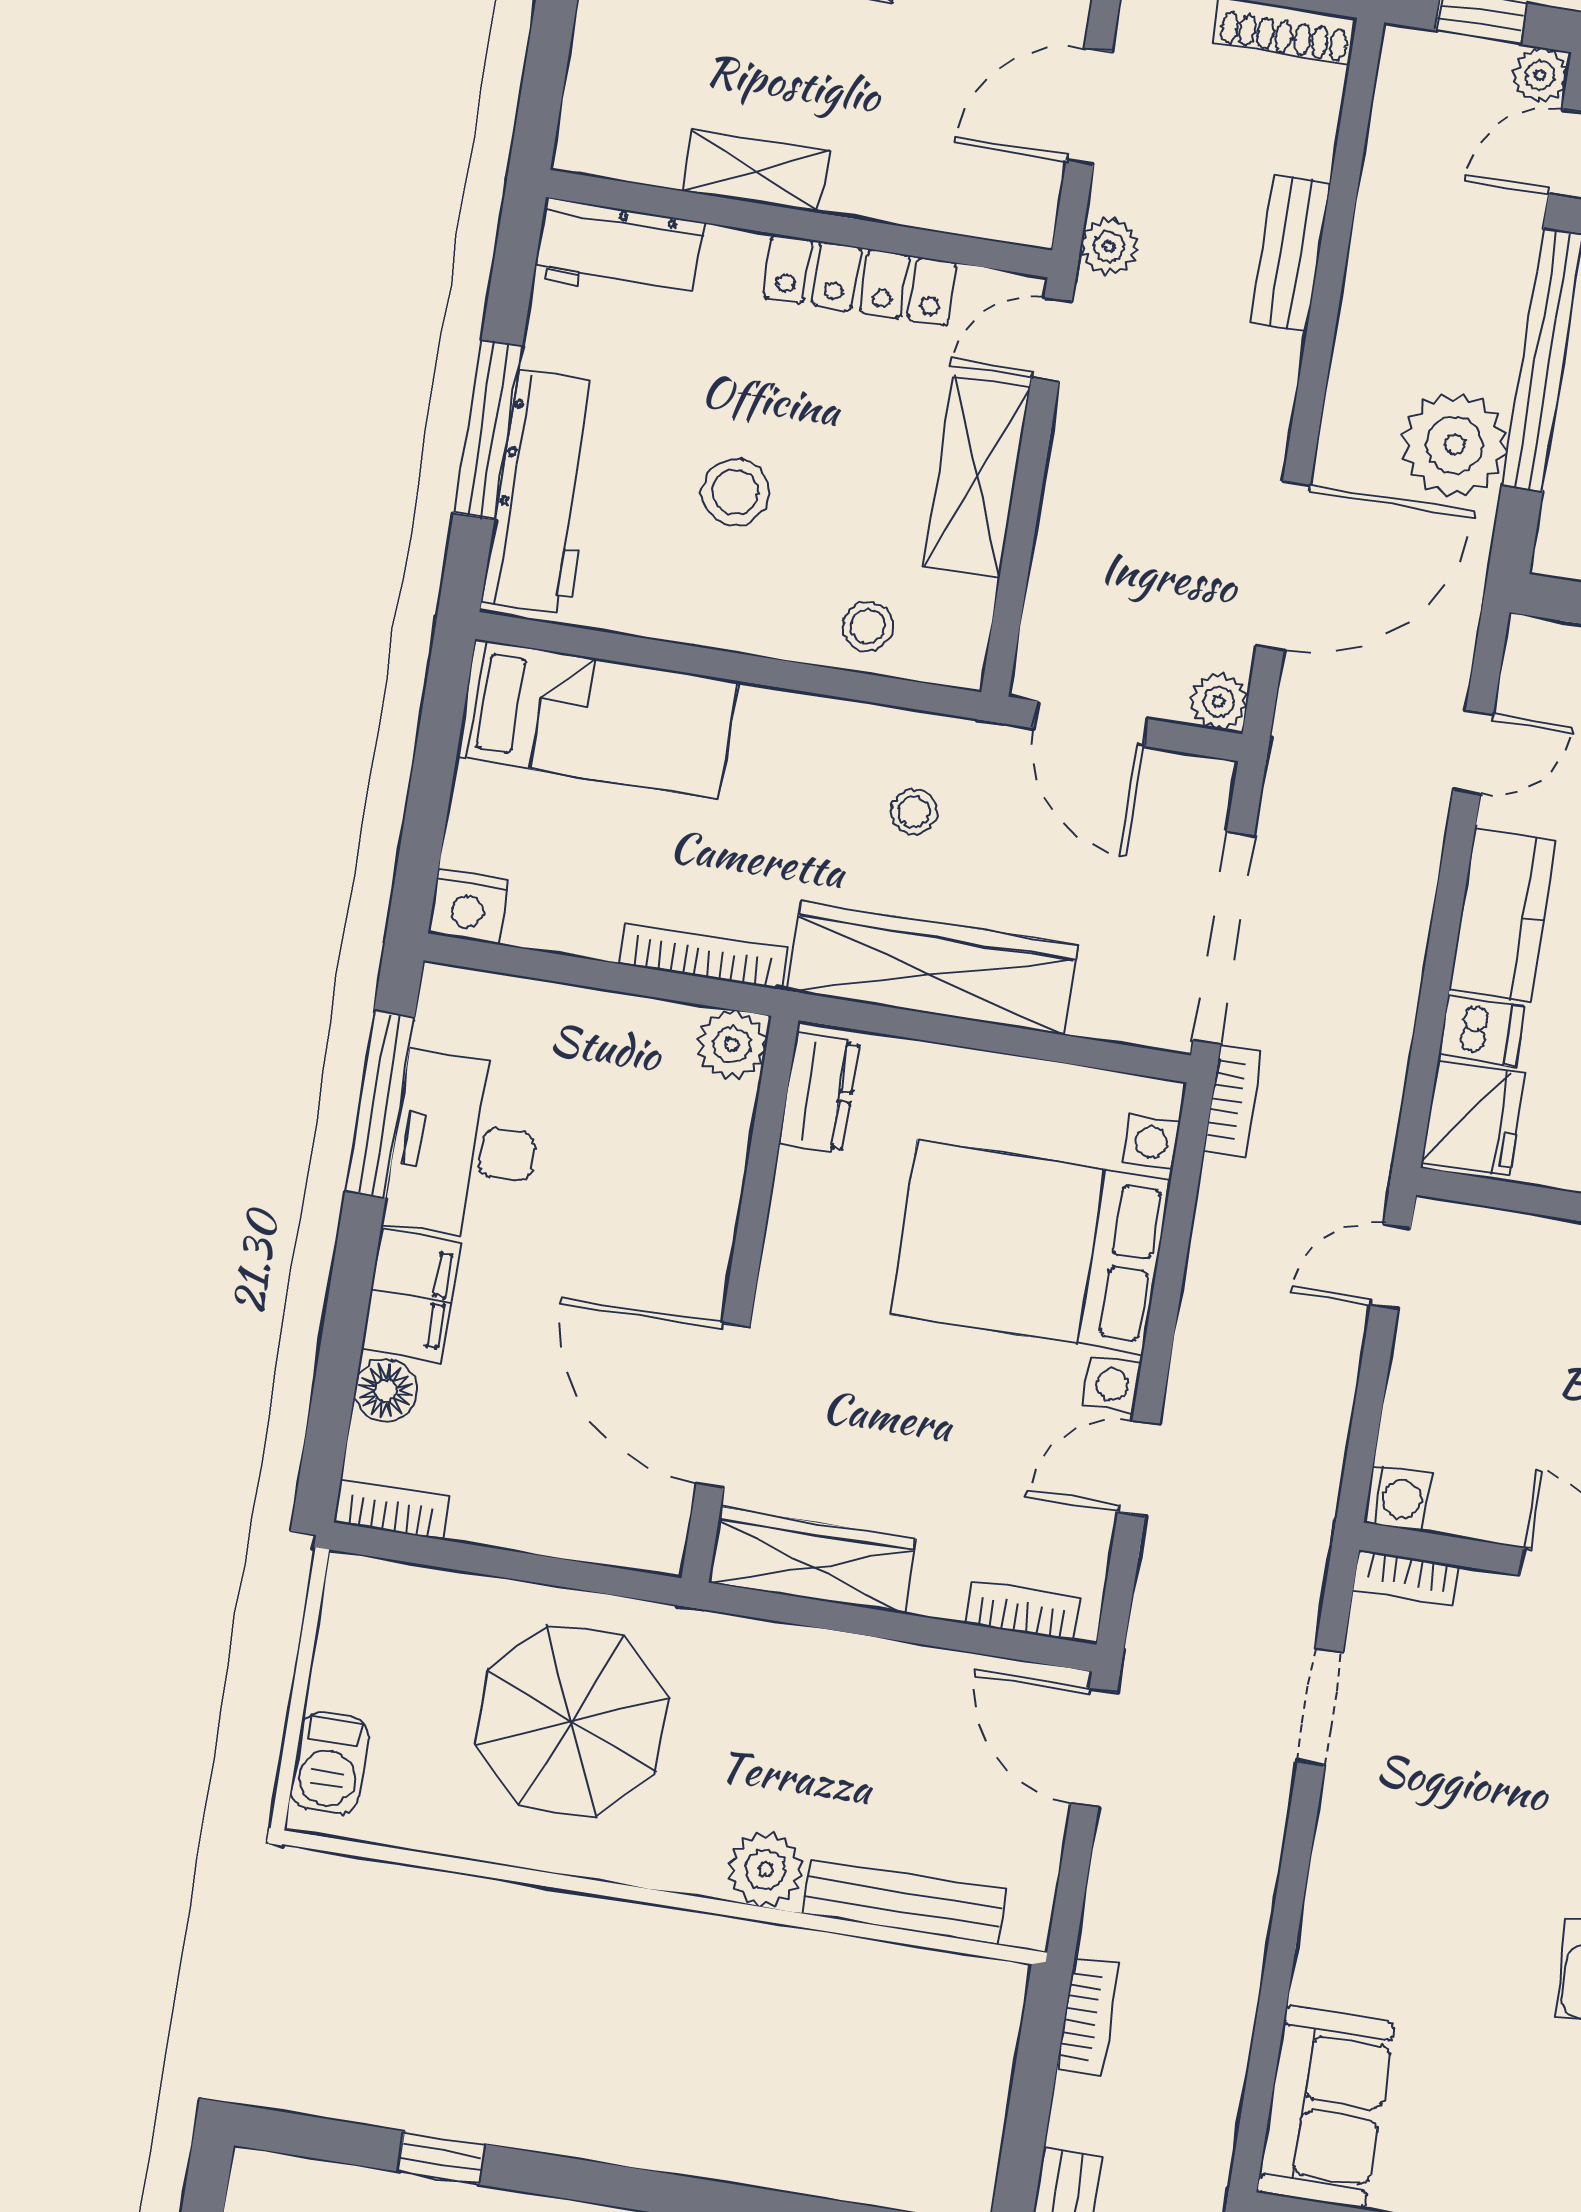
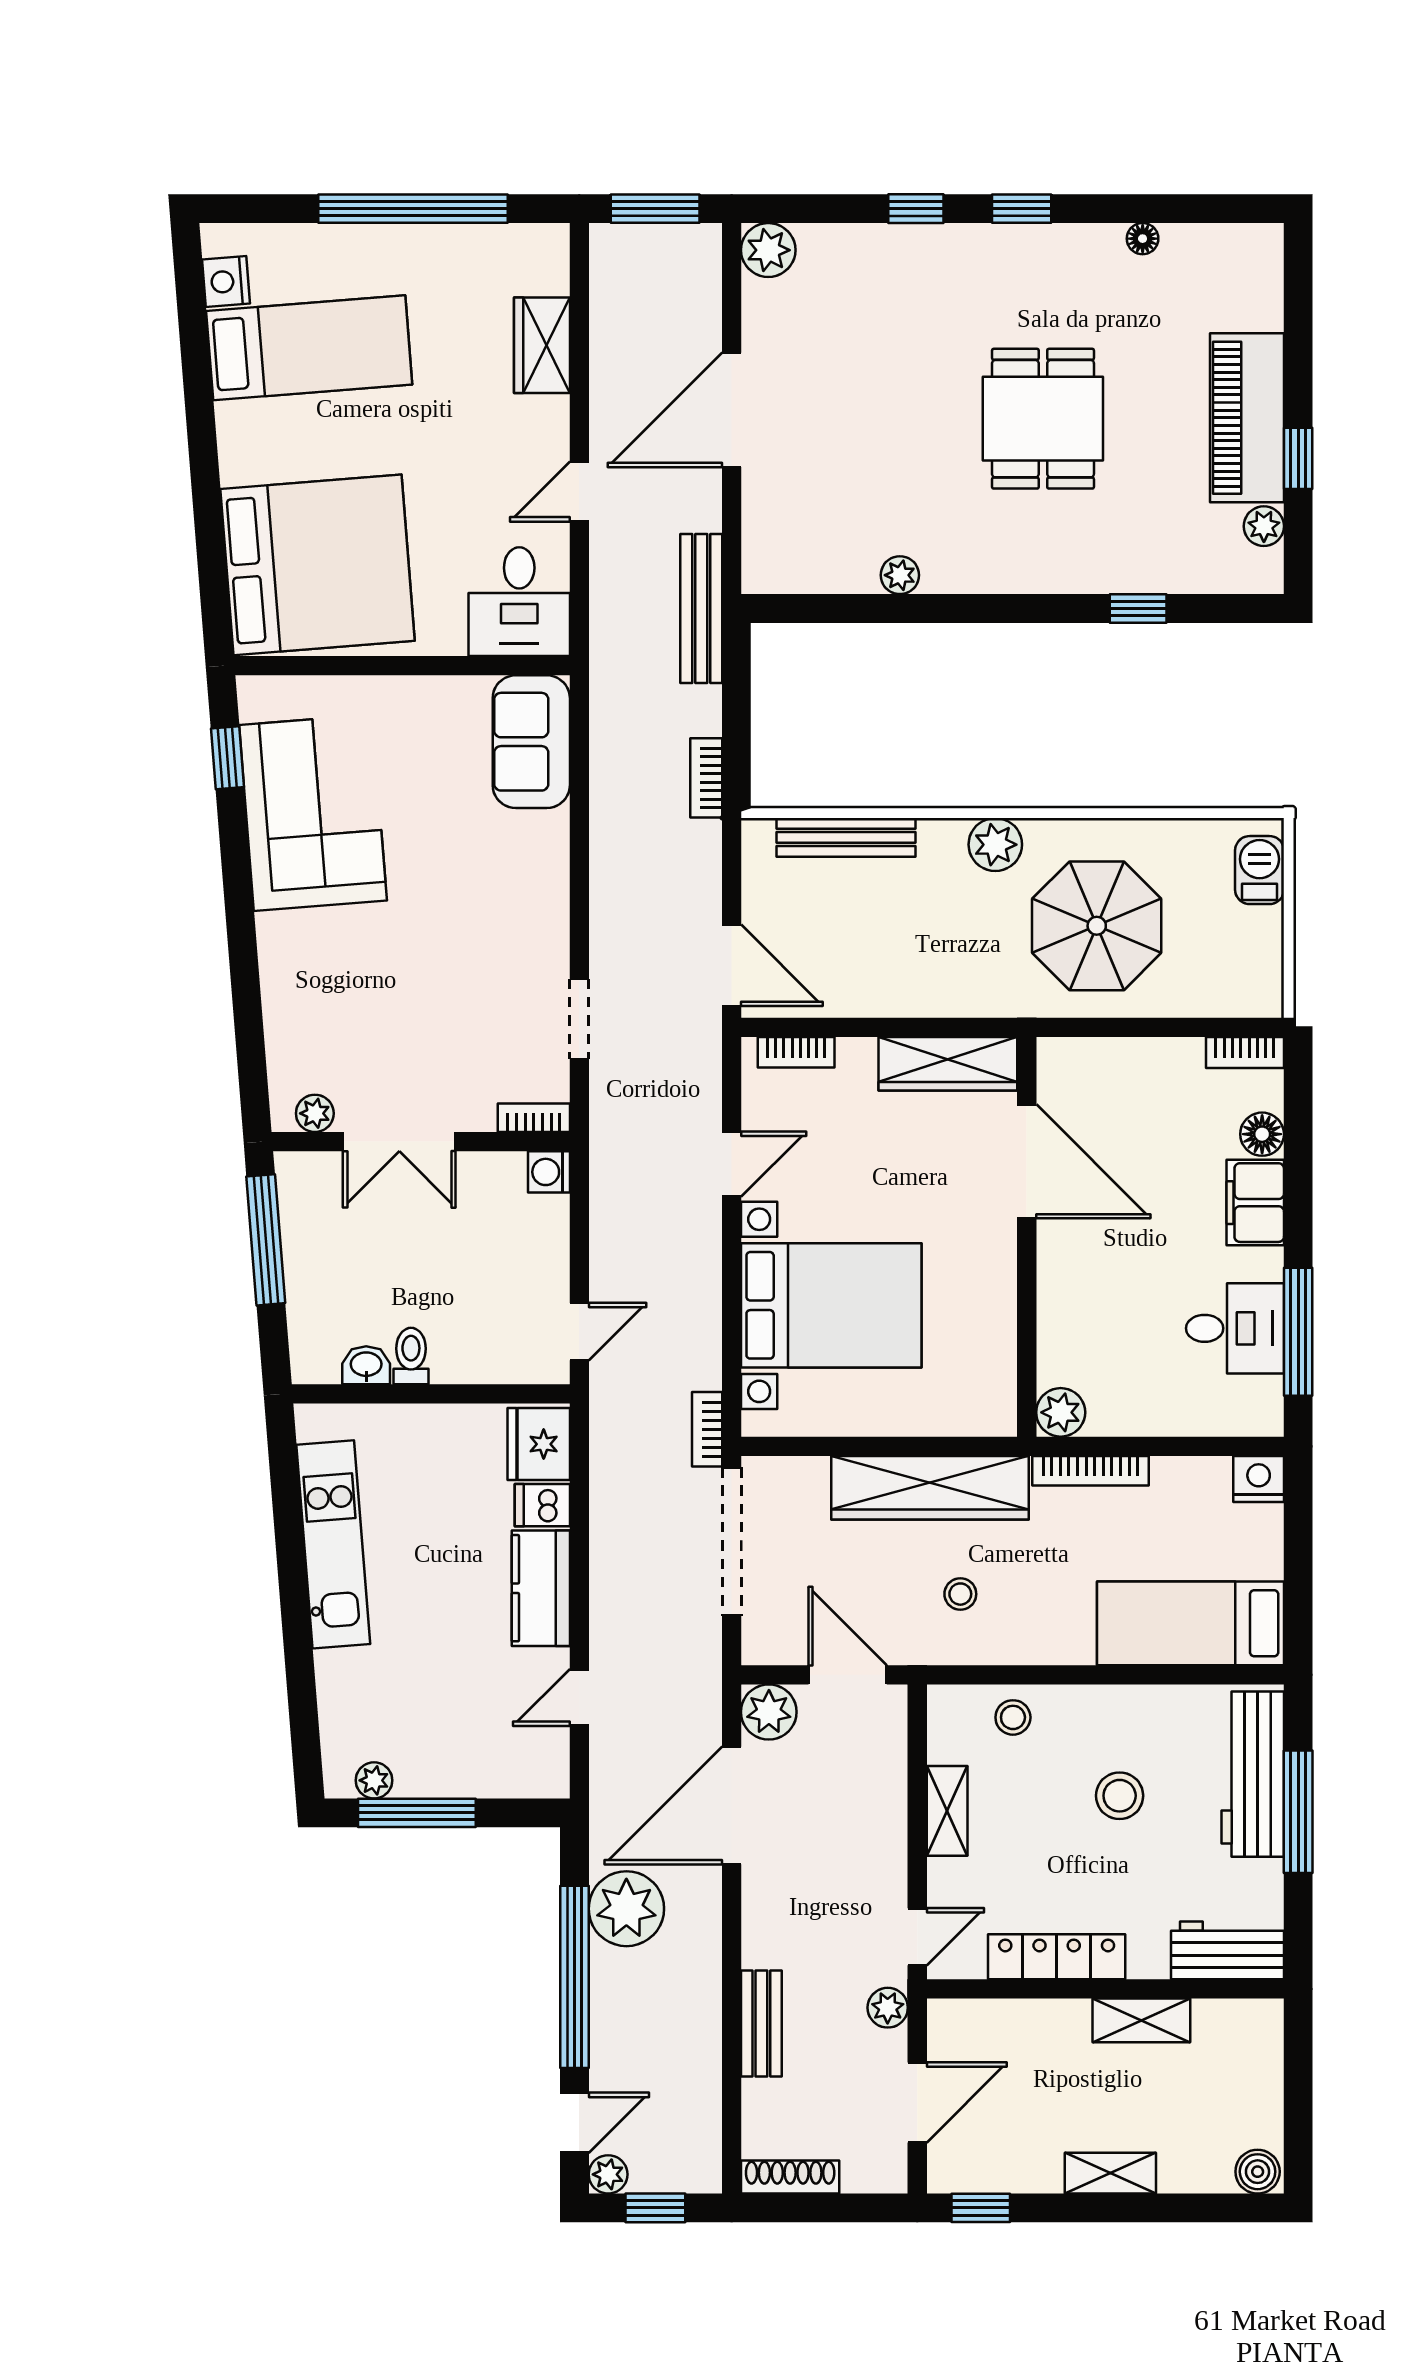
shelving: (977, 477) -> (947, 1811), width x0.67, depth x0.75
plant: (1219, 701) -> (769, 1712), width x1.38, depth x1.38
dresser: (819, 1093) -> (995, 1389), removed
desk: (464, 1147) -> (1235, 1328), width x0.73
plant: (765, 1869) -> (995, 845), moved

